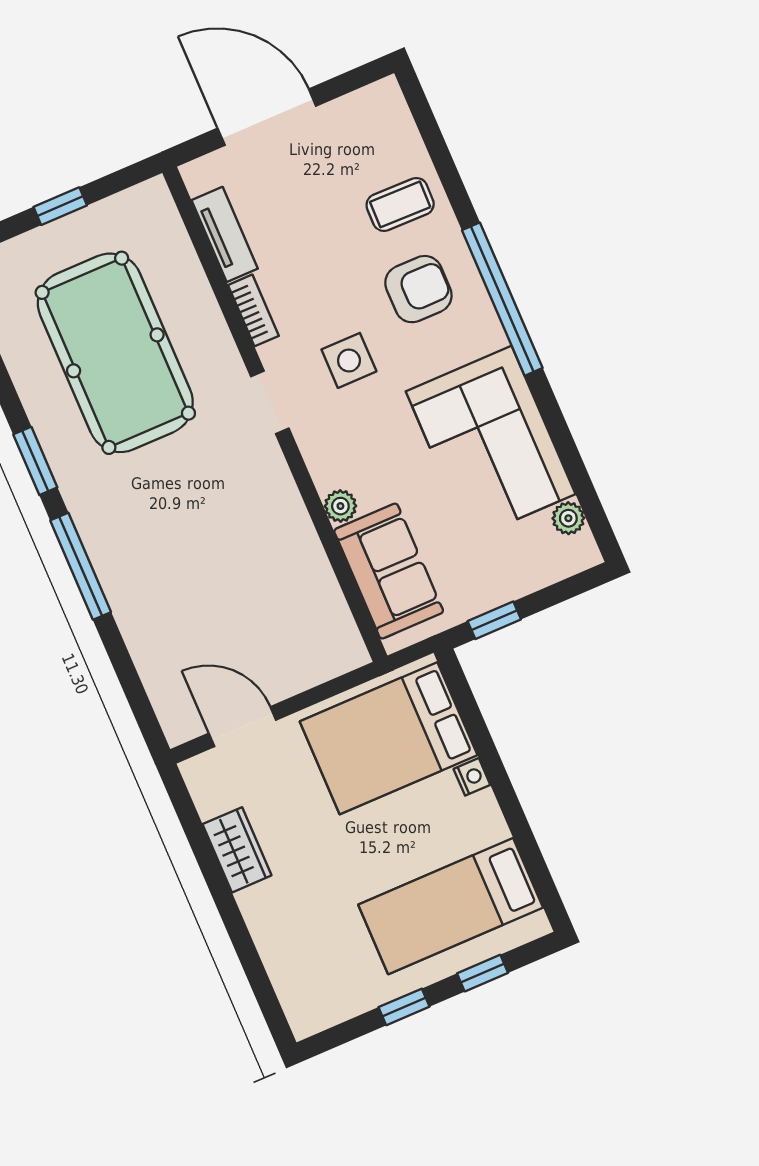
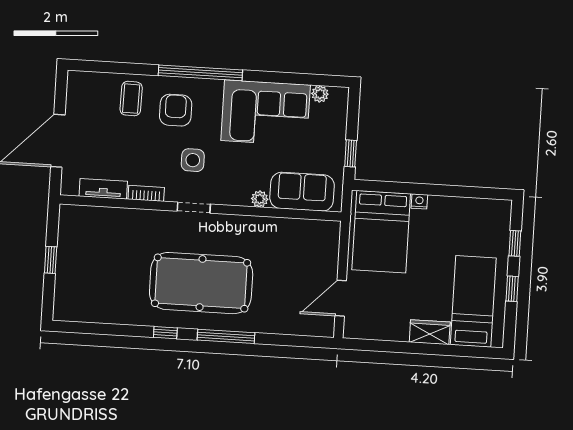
pool table: (115, 353) -> (201, 283), moved
window: (35, 461) -> (165, 333), width x0.67
wardrobe: (237, 850) -> (430, 332), moved
bed: (451, 906) -> (473, 301), moved, turned 180

